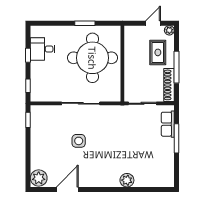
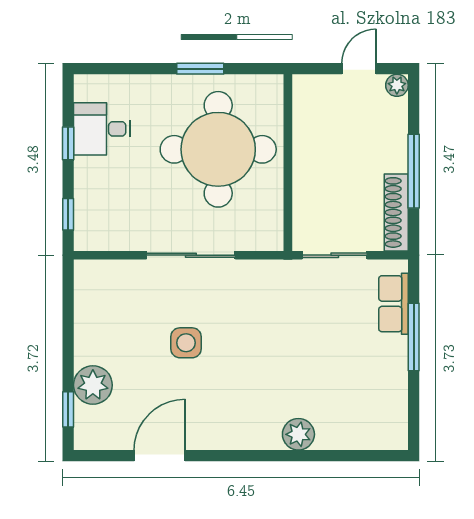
rug: (158, 52) -> (370, 137), removed
window: (28, 120) -> (68, 409), moved
plant: (39, 178) -> (93, 385), moved

